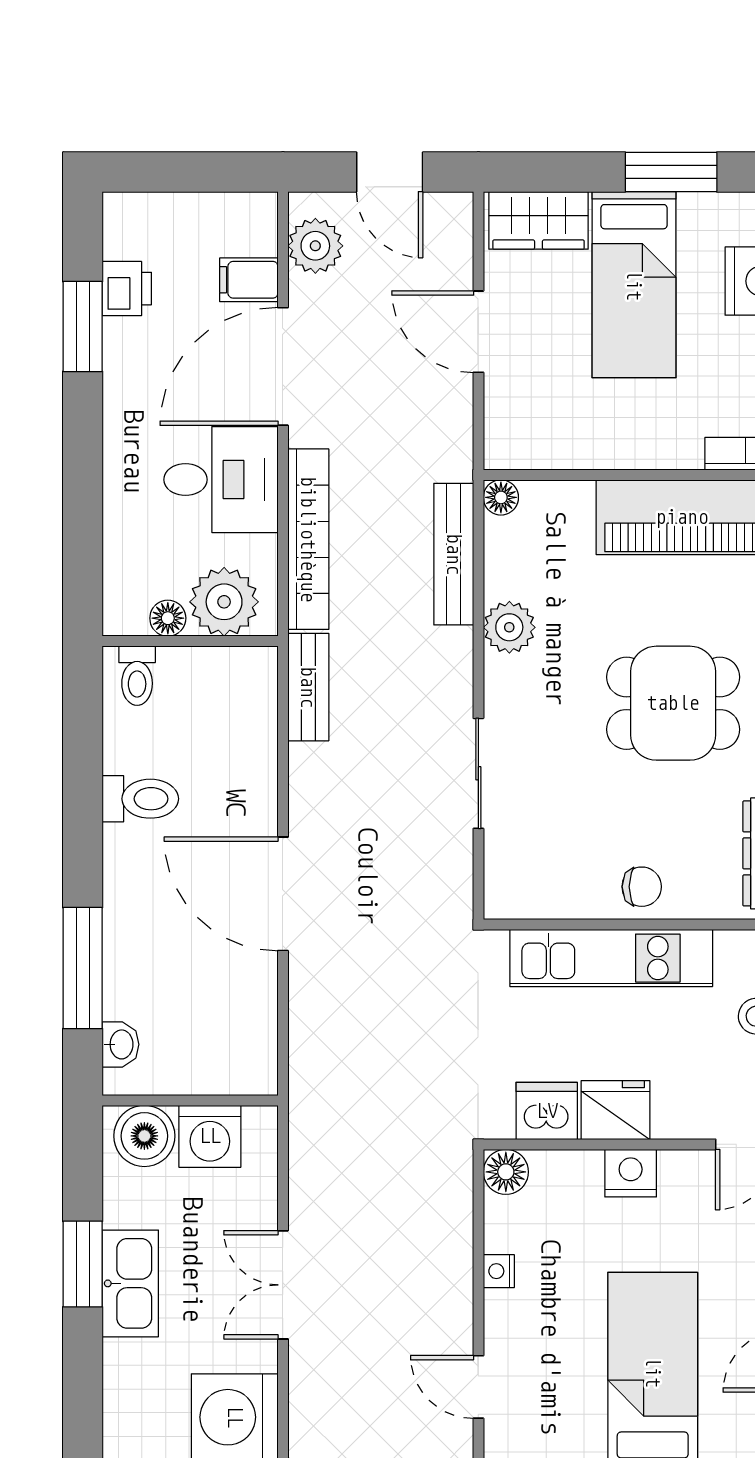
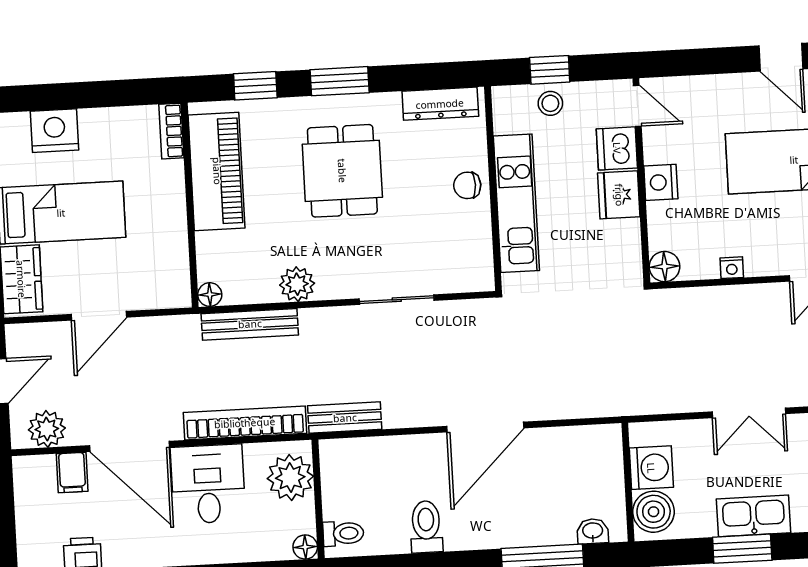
floor lamp: (168, 618) -> (305, 547), moved
chair: (642, 887) -> (467, 185), turned -90
dishwasher: (547, 1111) -> (617, 148), moved

